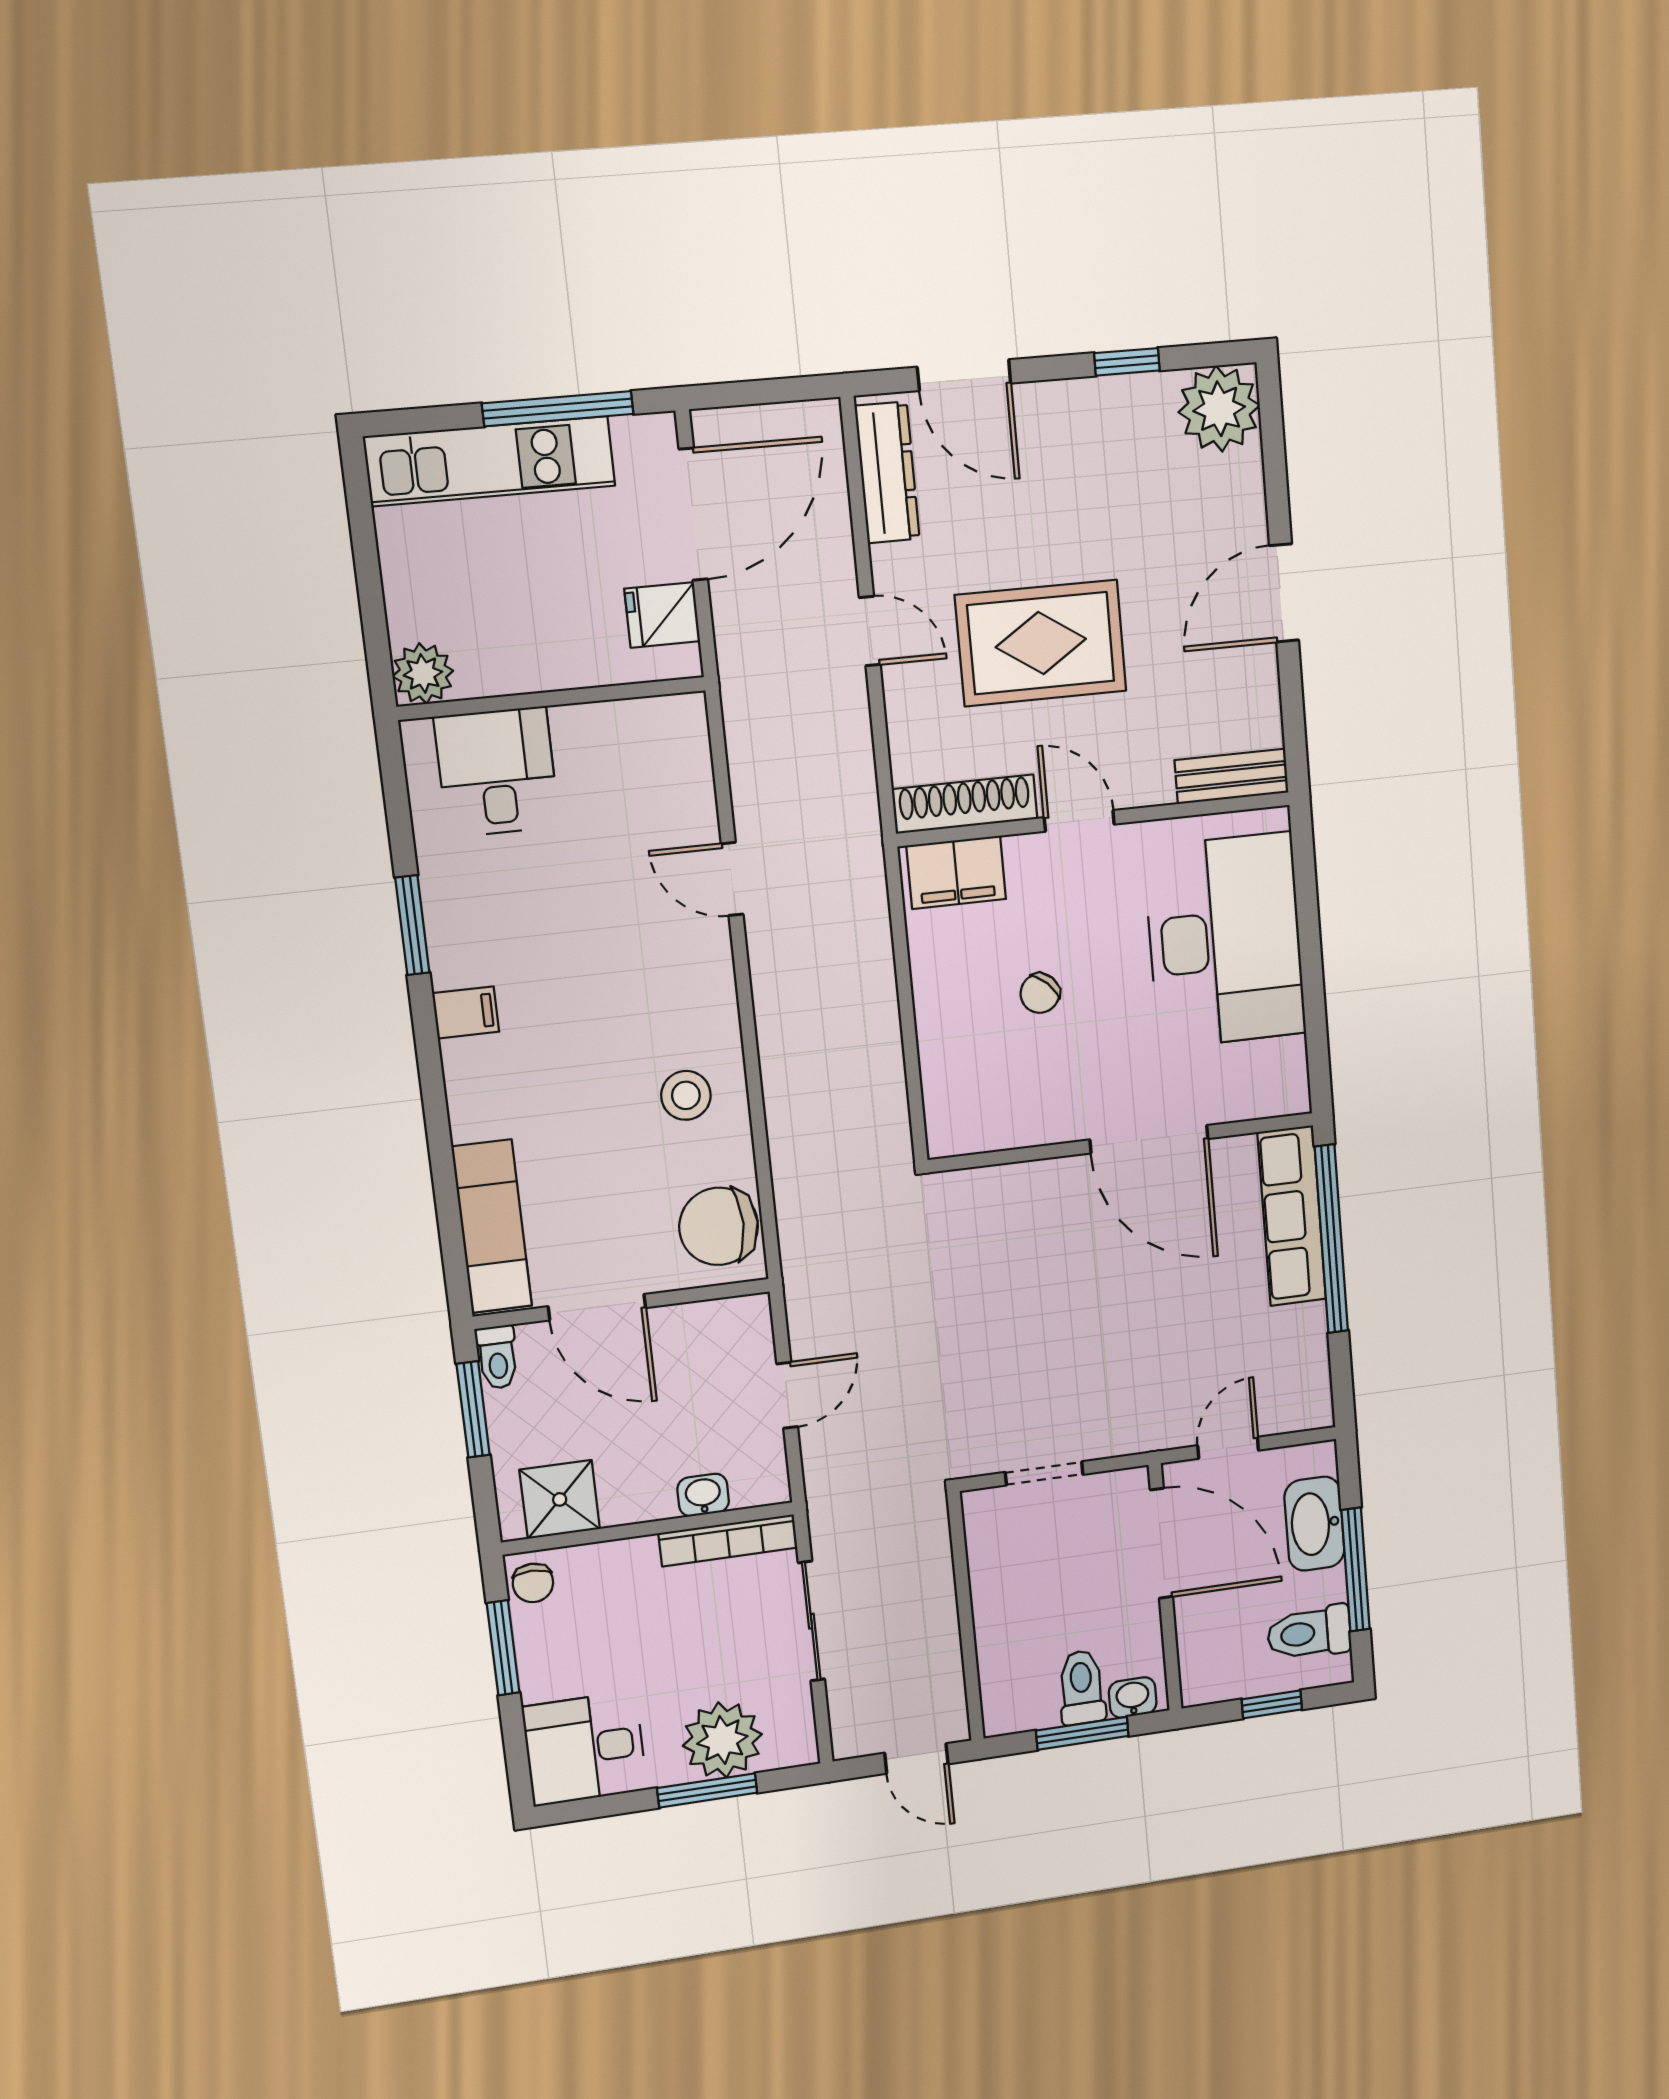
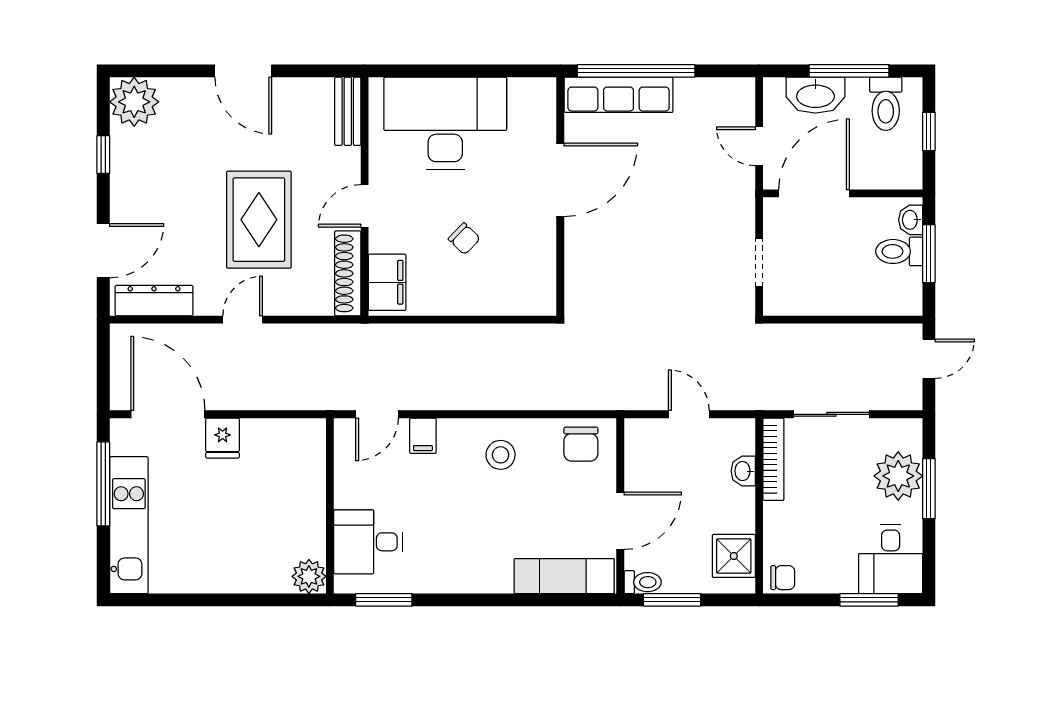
plant: (423, 674) -> (309, 576), moved
wall: (552, 699) -> (330, 506), moved
desk: (497, 772) -> (368, 542), moved
filing cabinet: (466, 1013) -> (423, 436), moved, turned 180
chair: (719, 1226) -> (581, 444), width x0.73, depth x0.73
window: (503, 1648) -> (869, 600), moved

